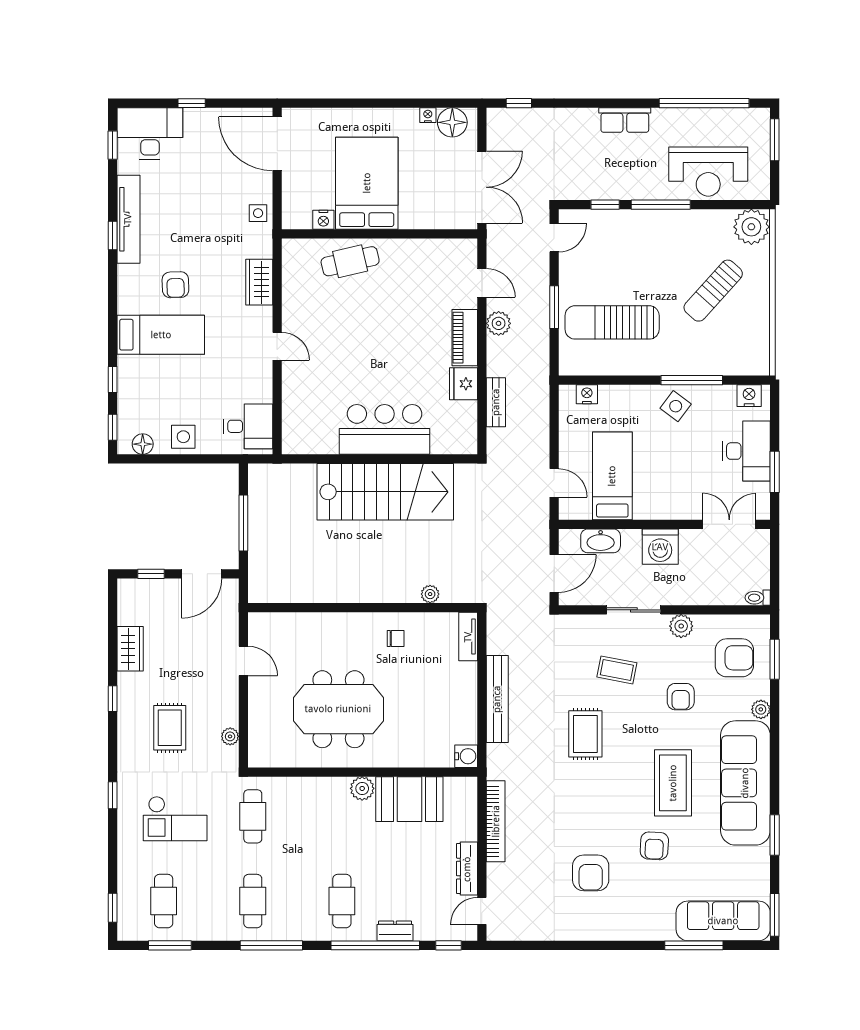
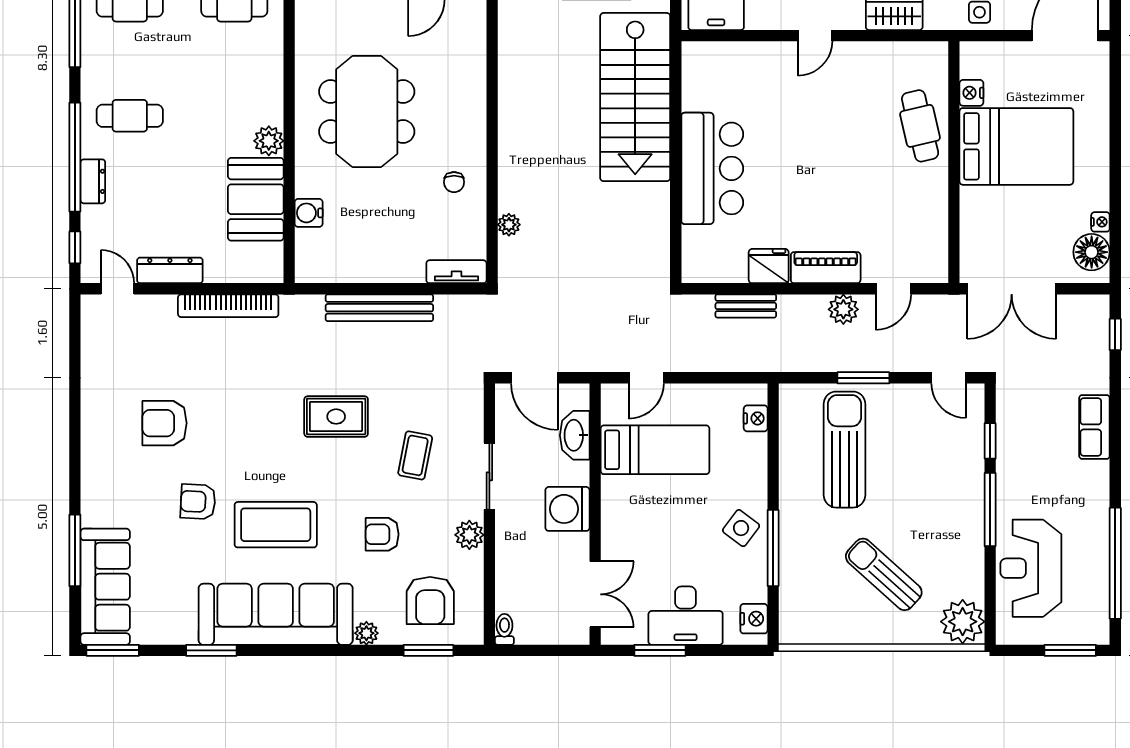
row of seats: (625, 120) -> (1094, 427), moved
stairs: (385, 492) -> (635, 97), moved
water cooler: (466, 756) -> (309, 213), moved, turned 90

